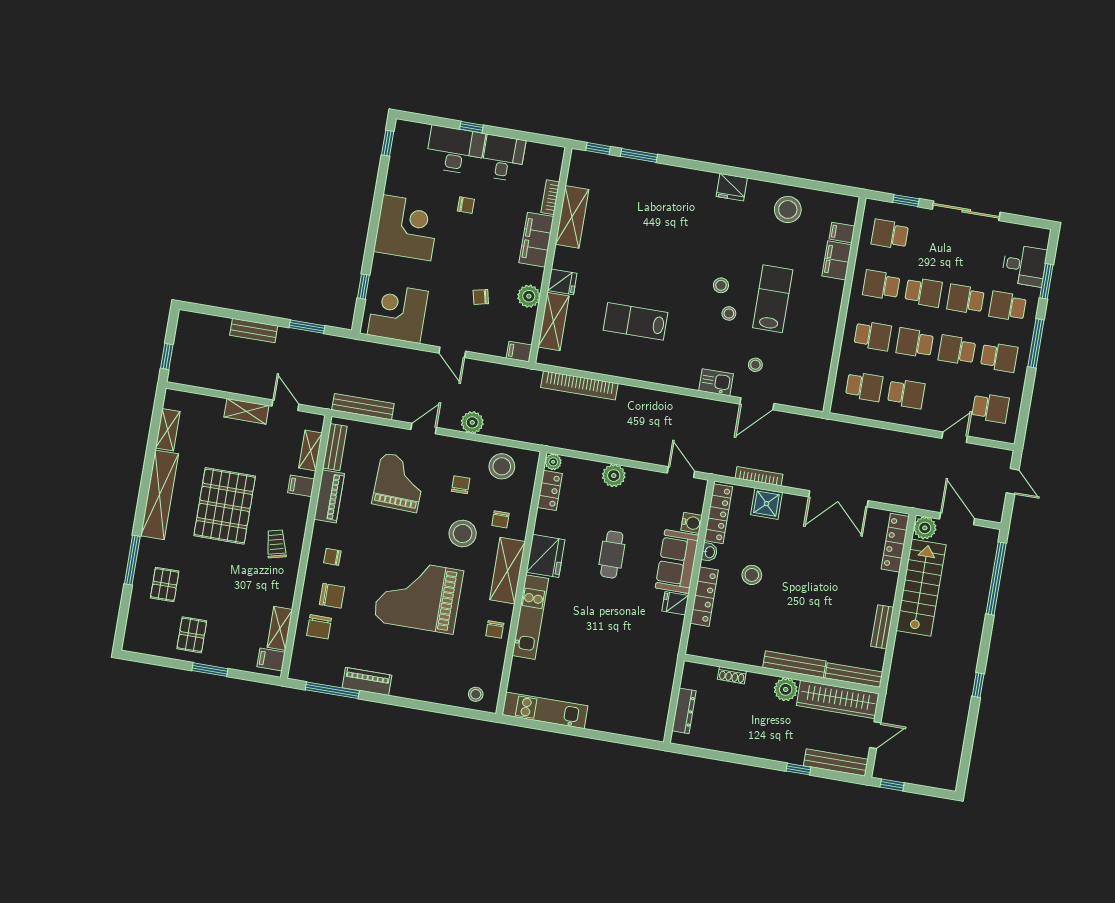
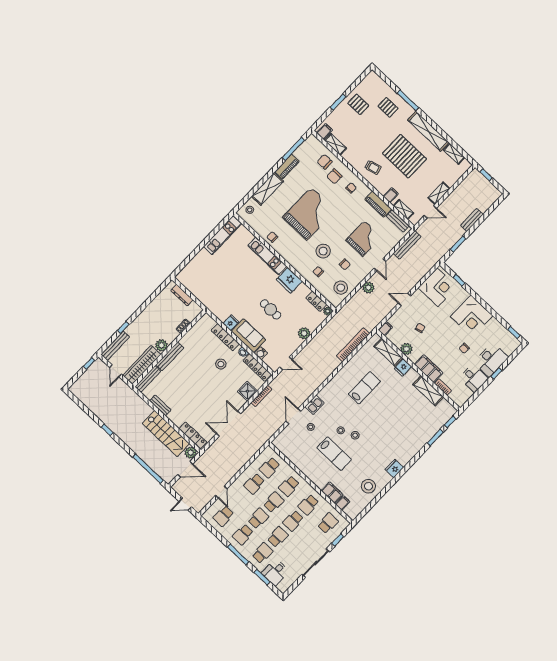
school desk: (881, 285) -> (308, 505), turned 180
grand piano: (399, 483) -> (364, 238), turned -92
shelving: (507, 571) -> (267, 189), moved, turned 90

